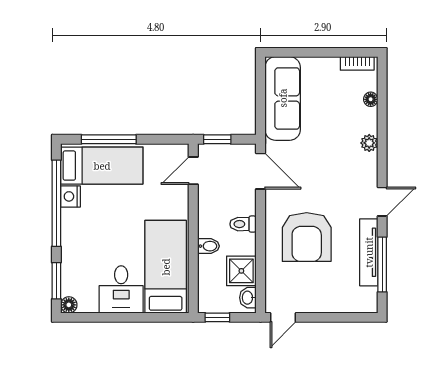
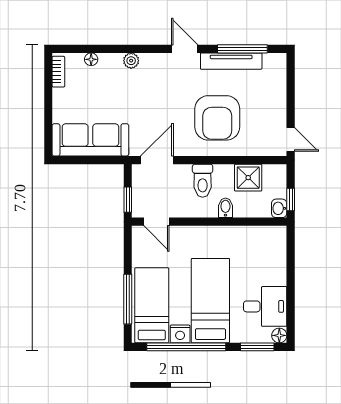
toilet: (243, 224) -> (203, 181), width x1.37, depth x1.39
armchair: (307, 237) -> (217, 118), turned 90
bed: (166, 267) -> (210, 301), moved, turned 90
desk: (121, 289) -> (265, 306), moved
washbasin: (248, 298) -> (279, 208), moved, turned 90

